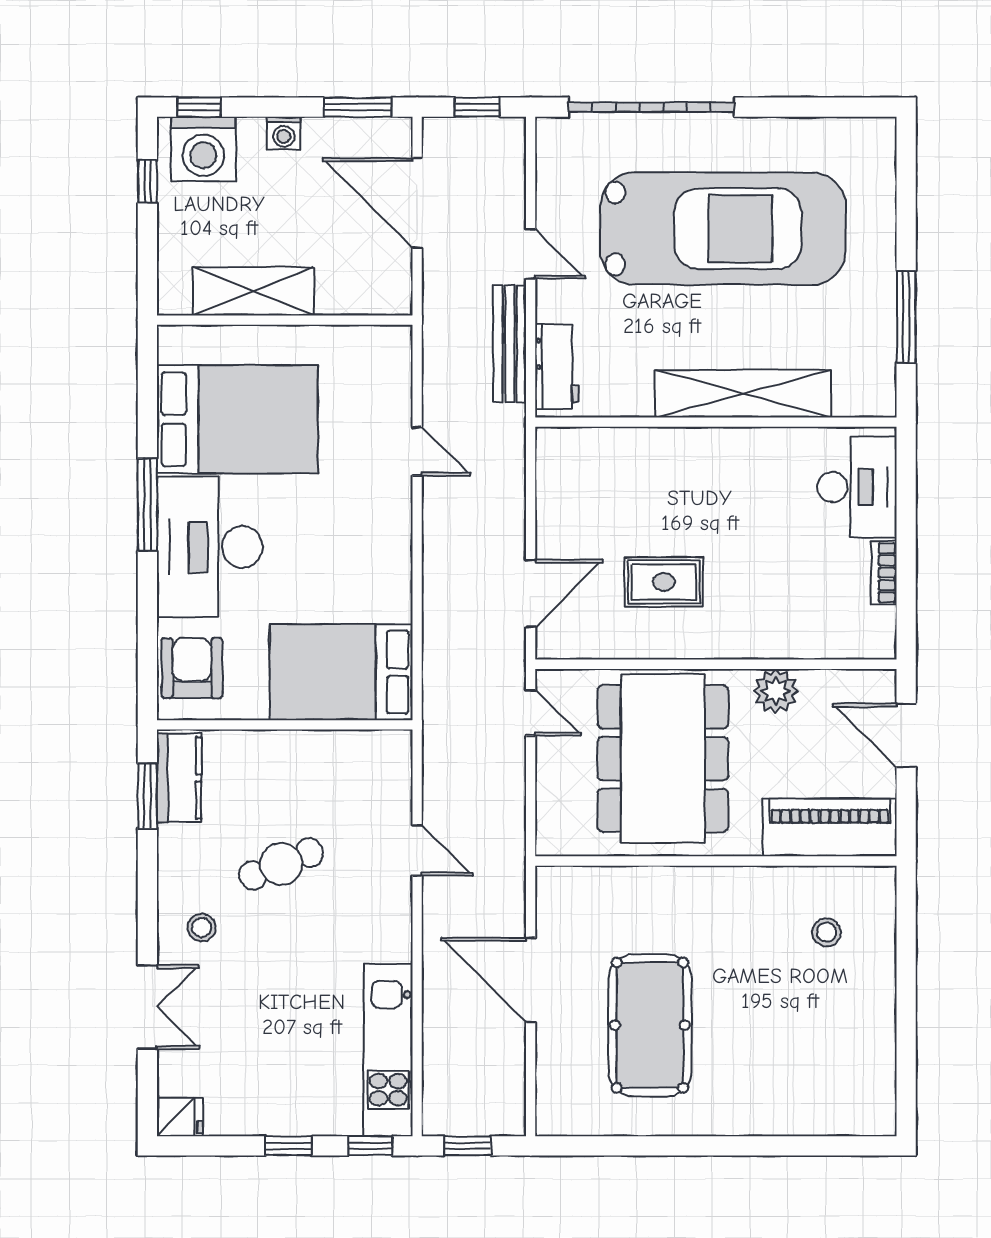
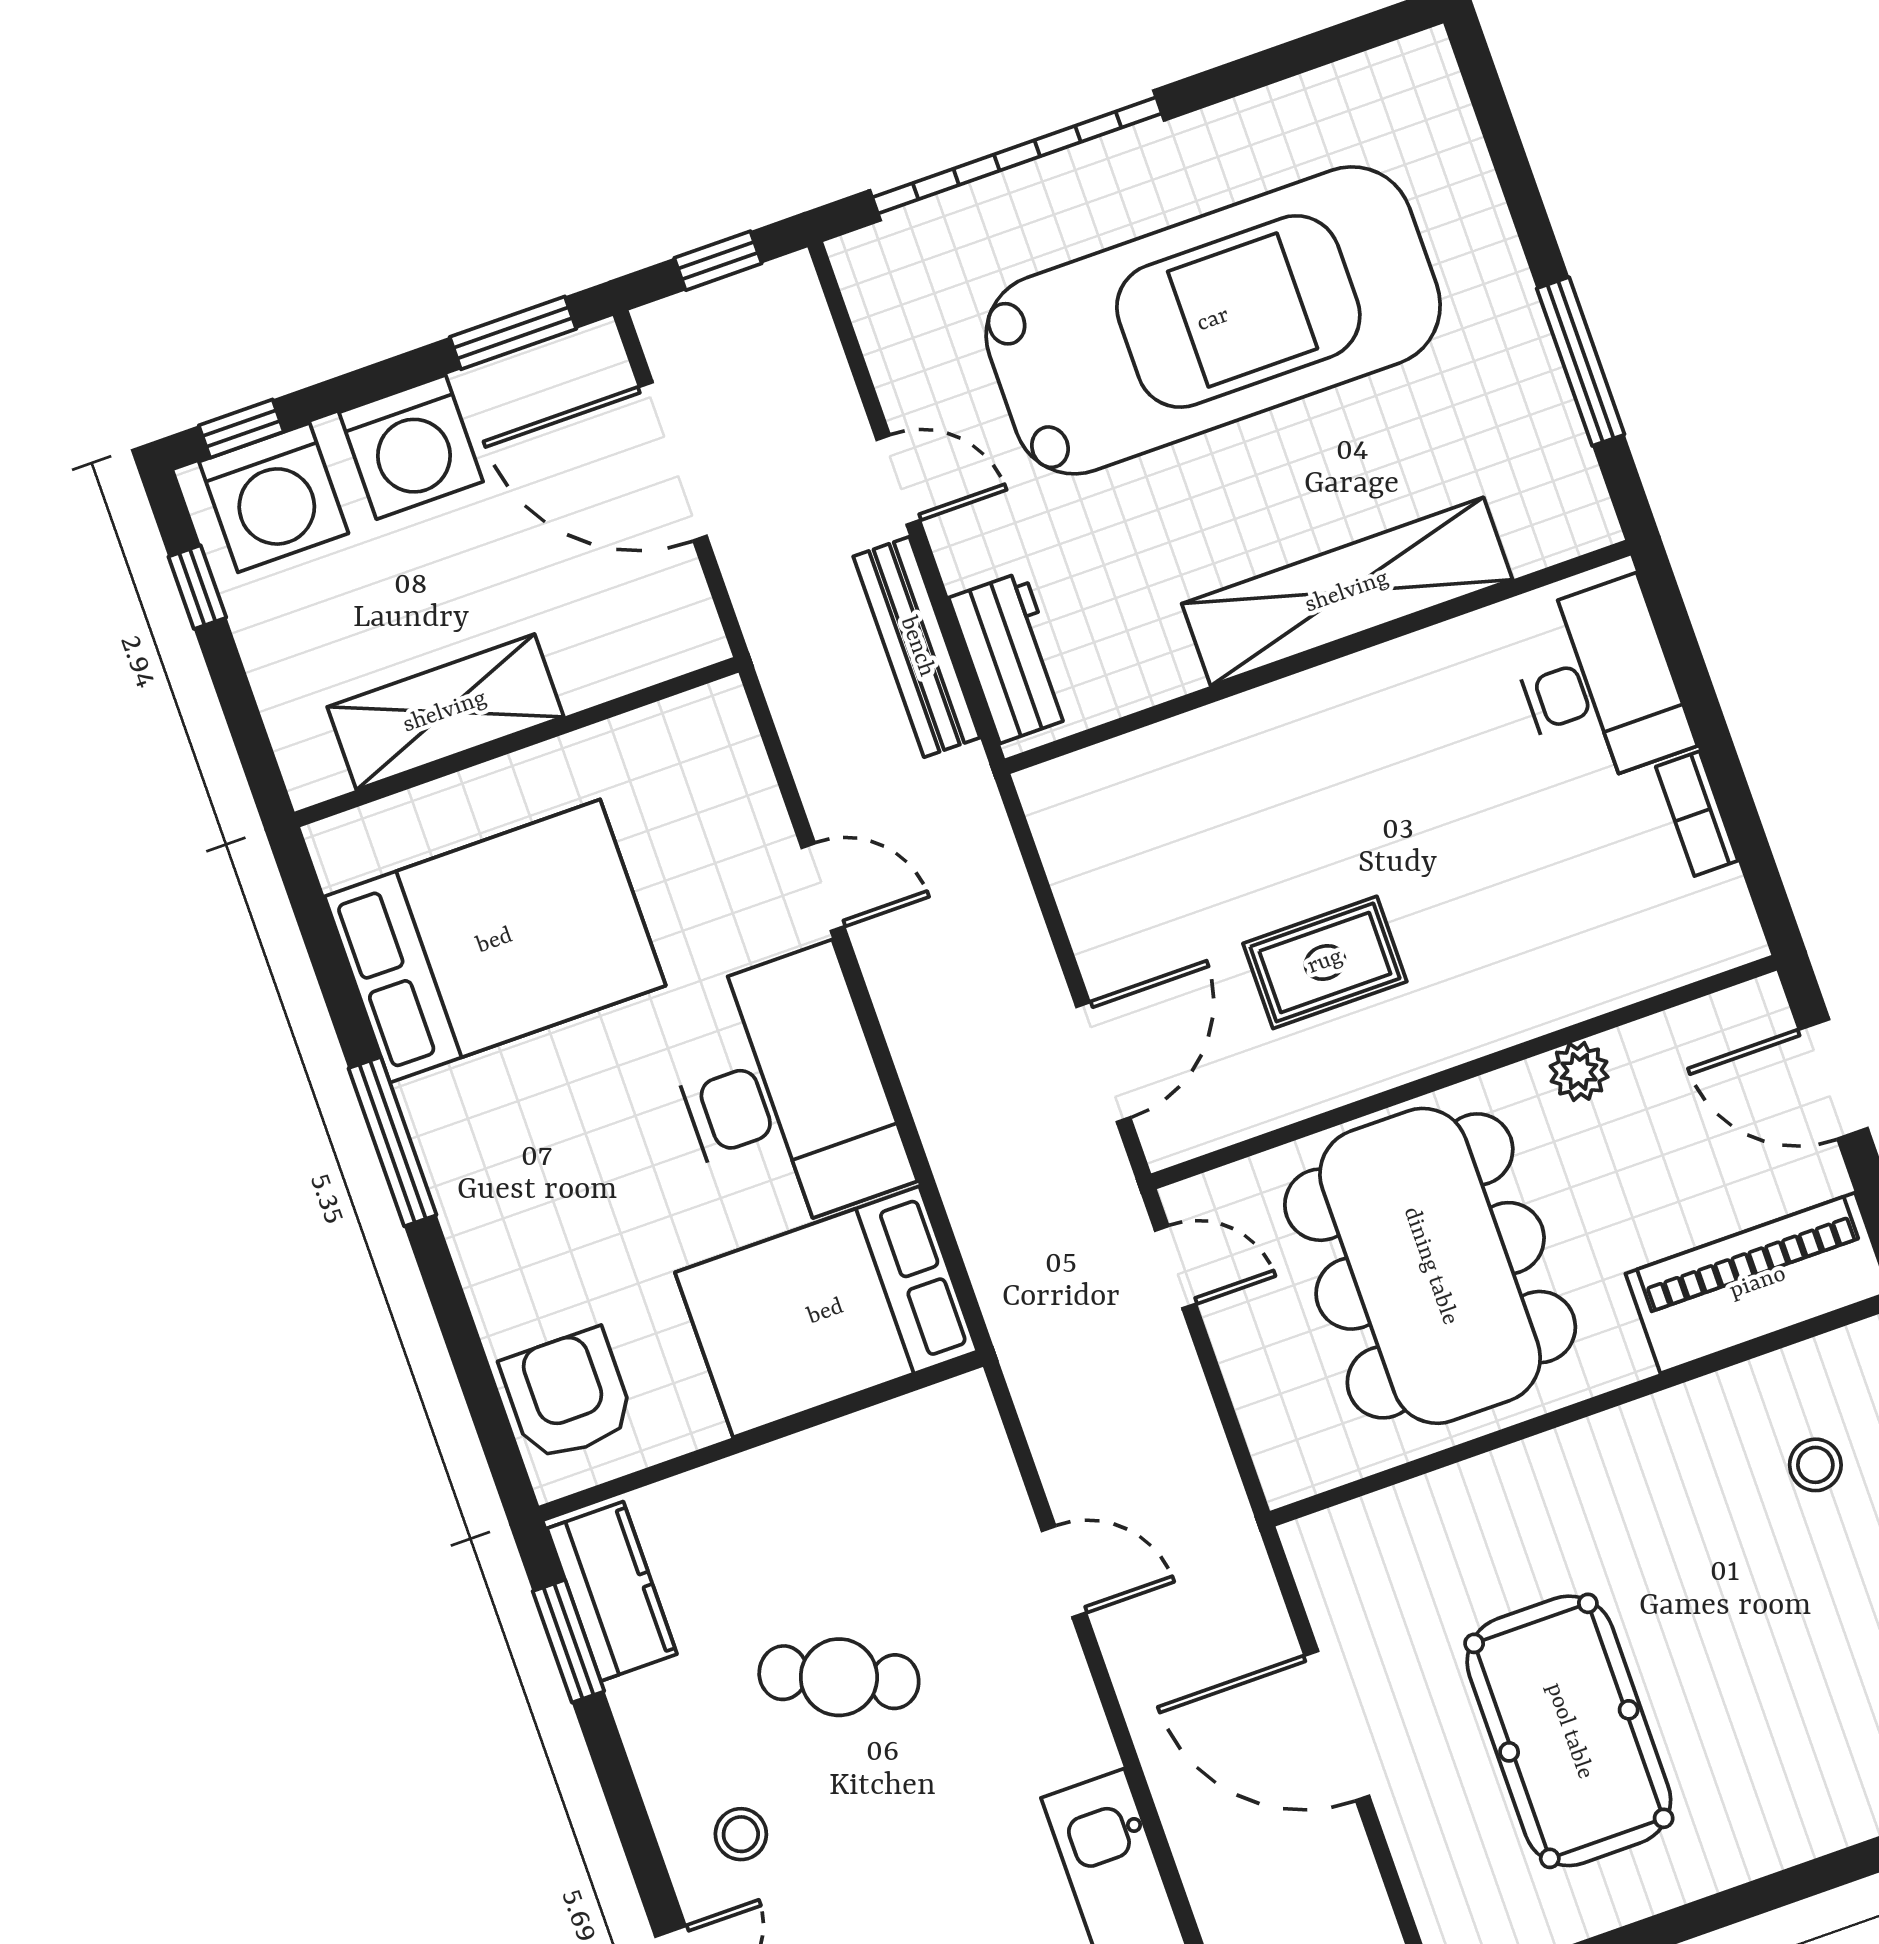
washing machine: (284, 133) -> (411, 447), width x1.89, depth x1.89
desk: (210, 547) -> (785, 1092), moved, turned 180
plant: (776, 691) -> (1579, 1071), width x0.73, depth x0.73
cafe table: (281, 864) -> (839, 1677), turned 46

